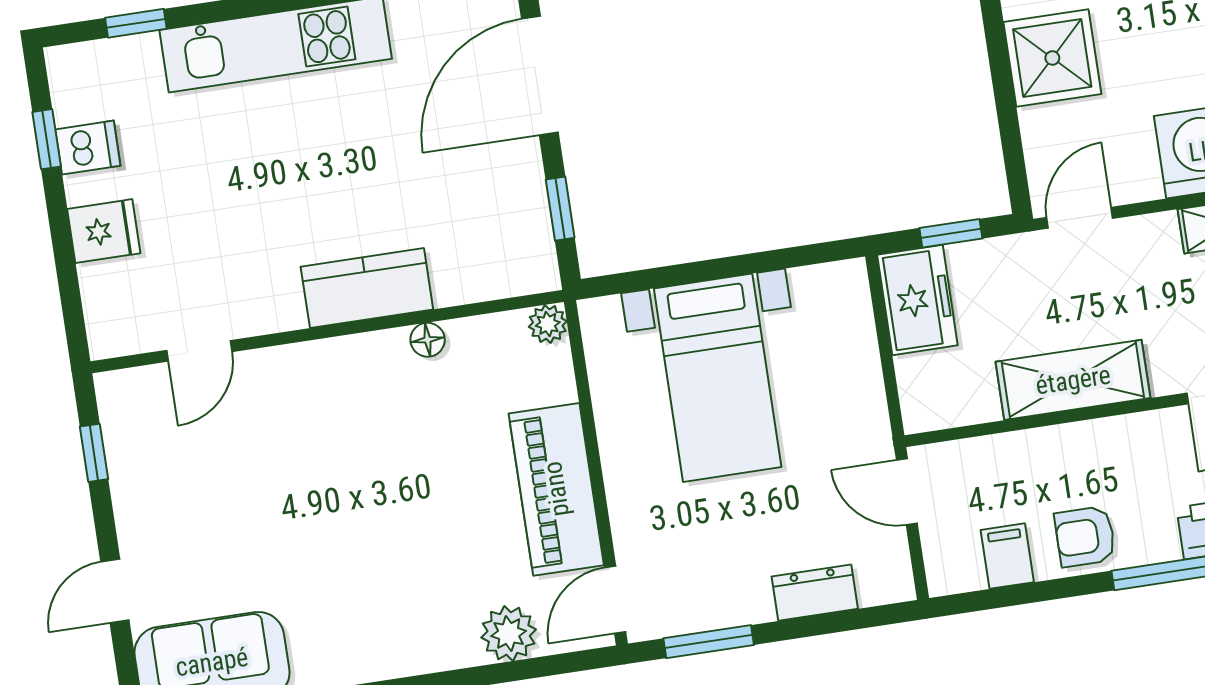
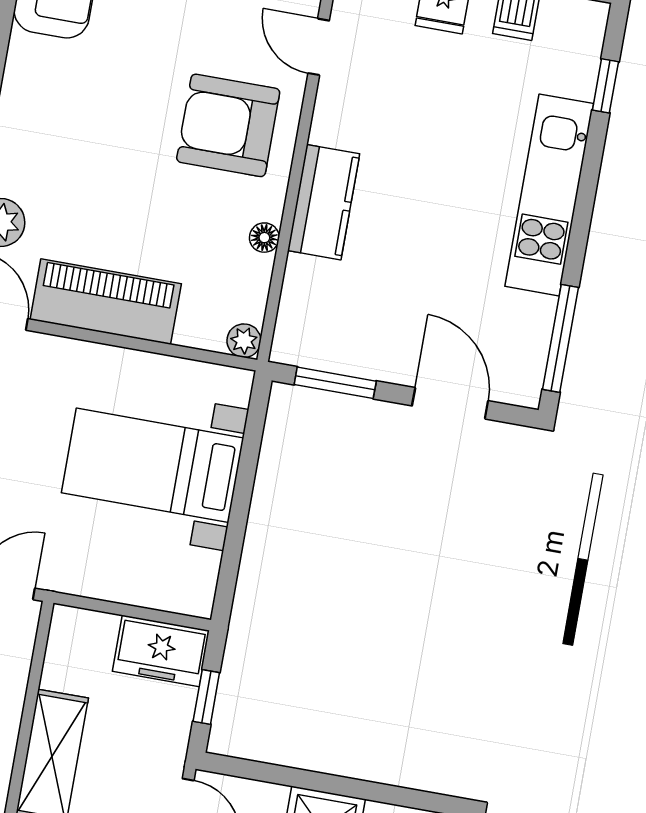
door: (540, 76) -> (450, 403), width x0.73
window: (560, 209) -> (335, 383), width x1.50
armchair: (318, 421) -> (228, 125), added

